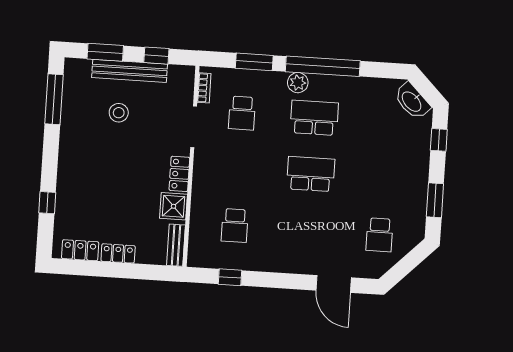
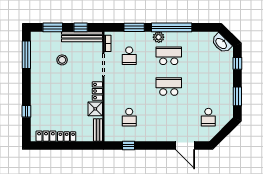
bench: (130, 71) -> (82, 37), moved

